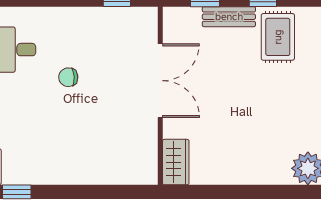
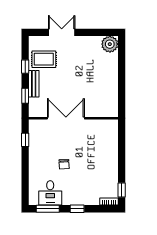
wardrobe: (176, 162) -> (107, 110), removed

